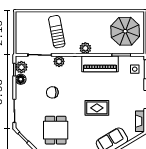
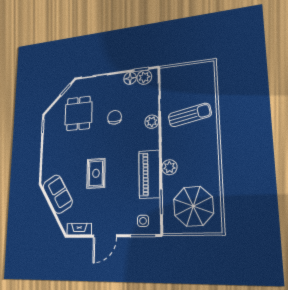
plant: (85, 48) -> (169, 167), moved
dining table: (56, 130) -> (78, 113), moved, turned 90

